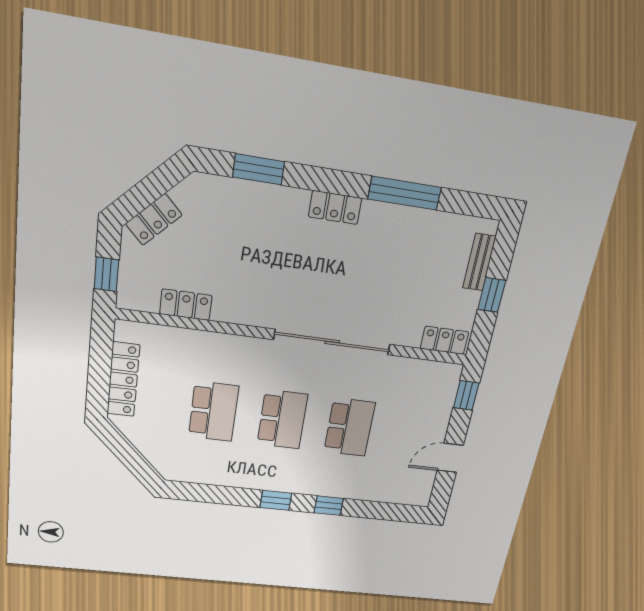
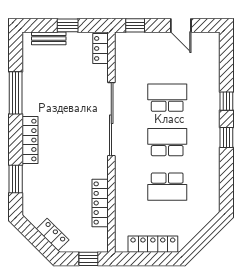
locker: (335, 207) -> (30, 140), width x1.53
locker: (186, 305) -> (100, 203), width x1.53
school desk: (213, 411) -> (167, 187), turned 180

